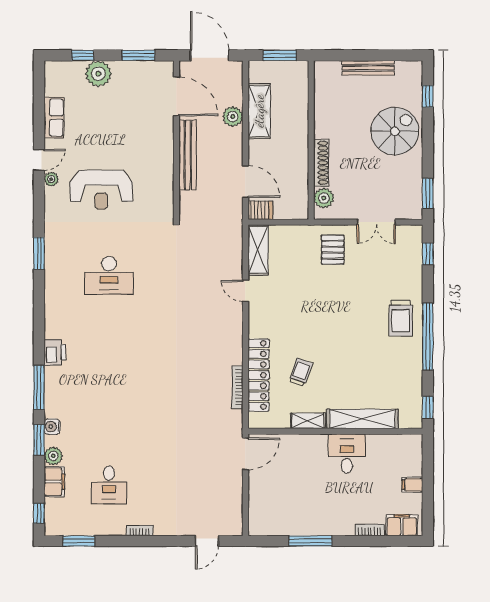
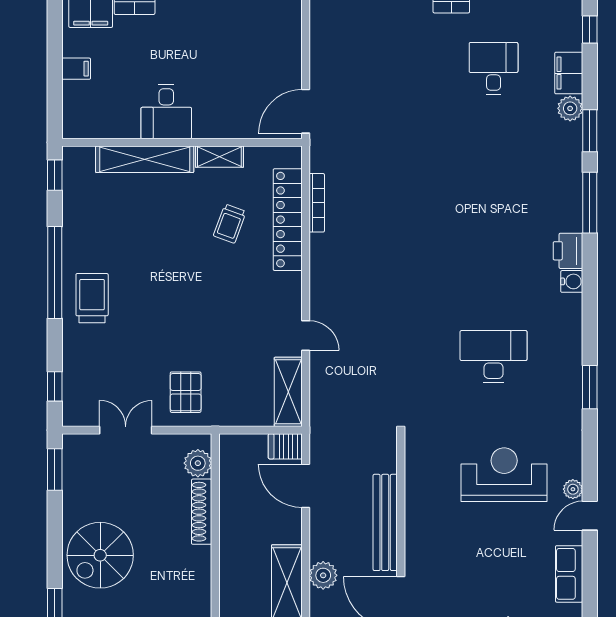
water cooler: (52, 427) -> (572, 281), moved

